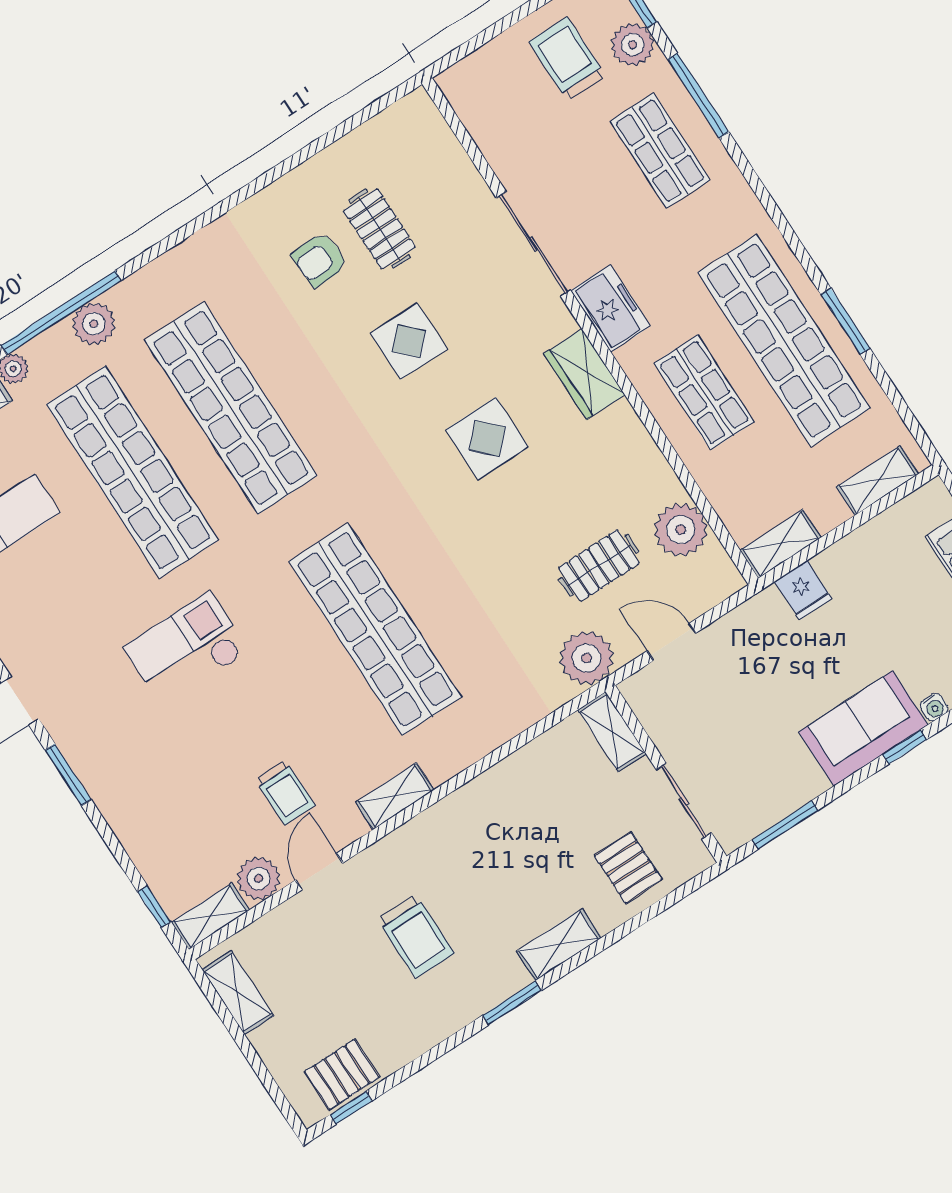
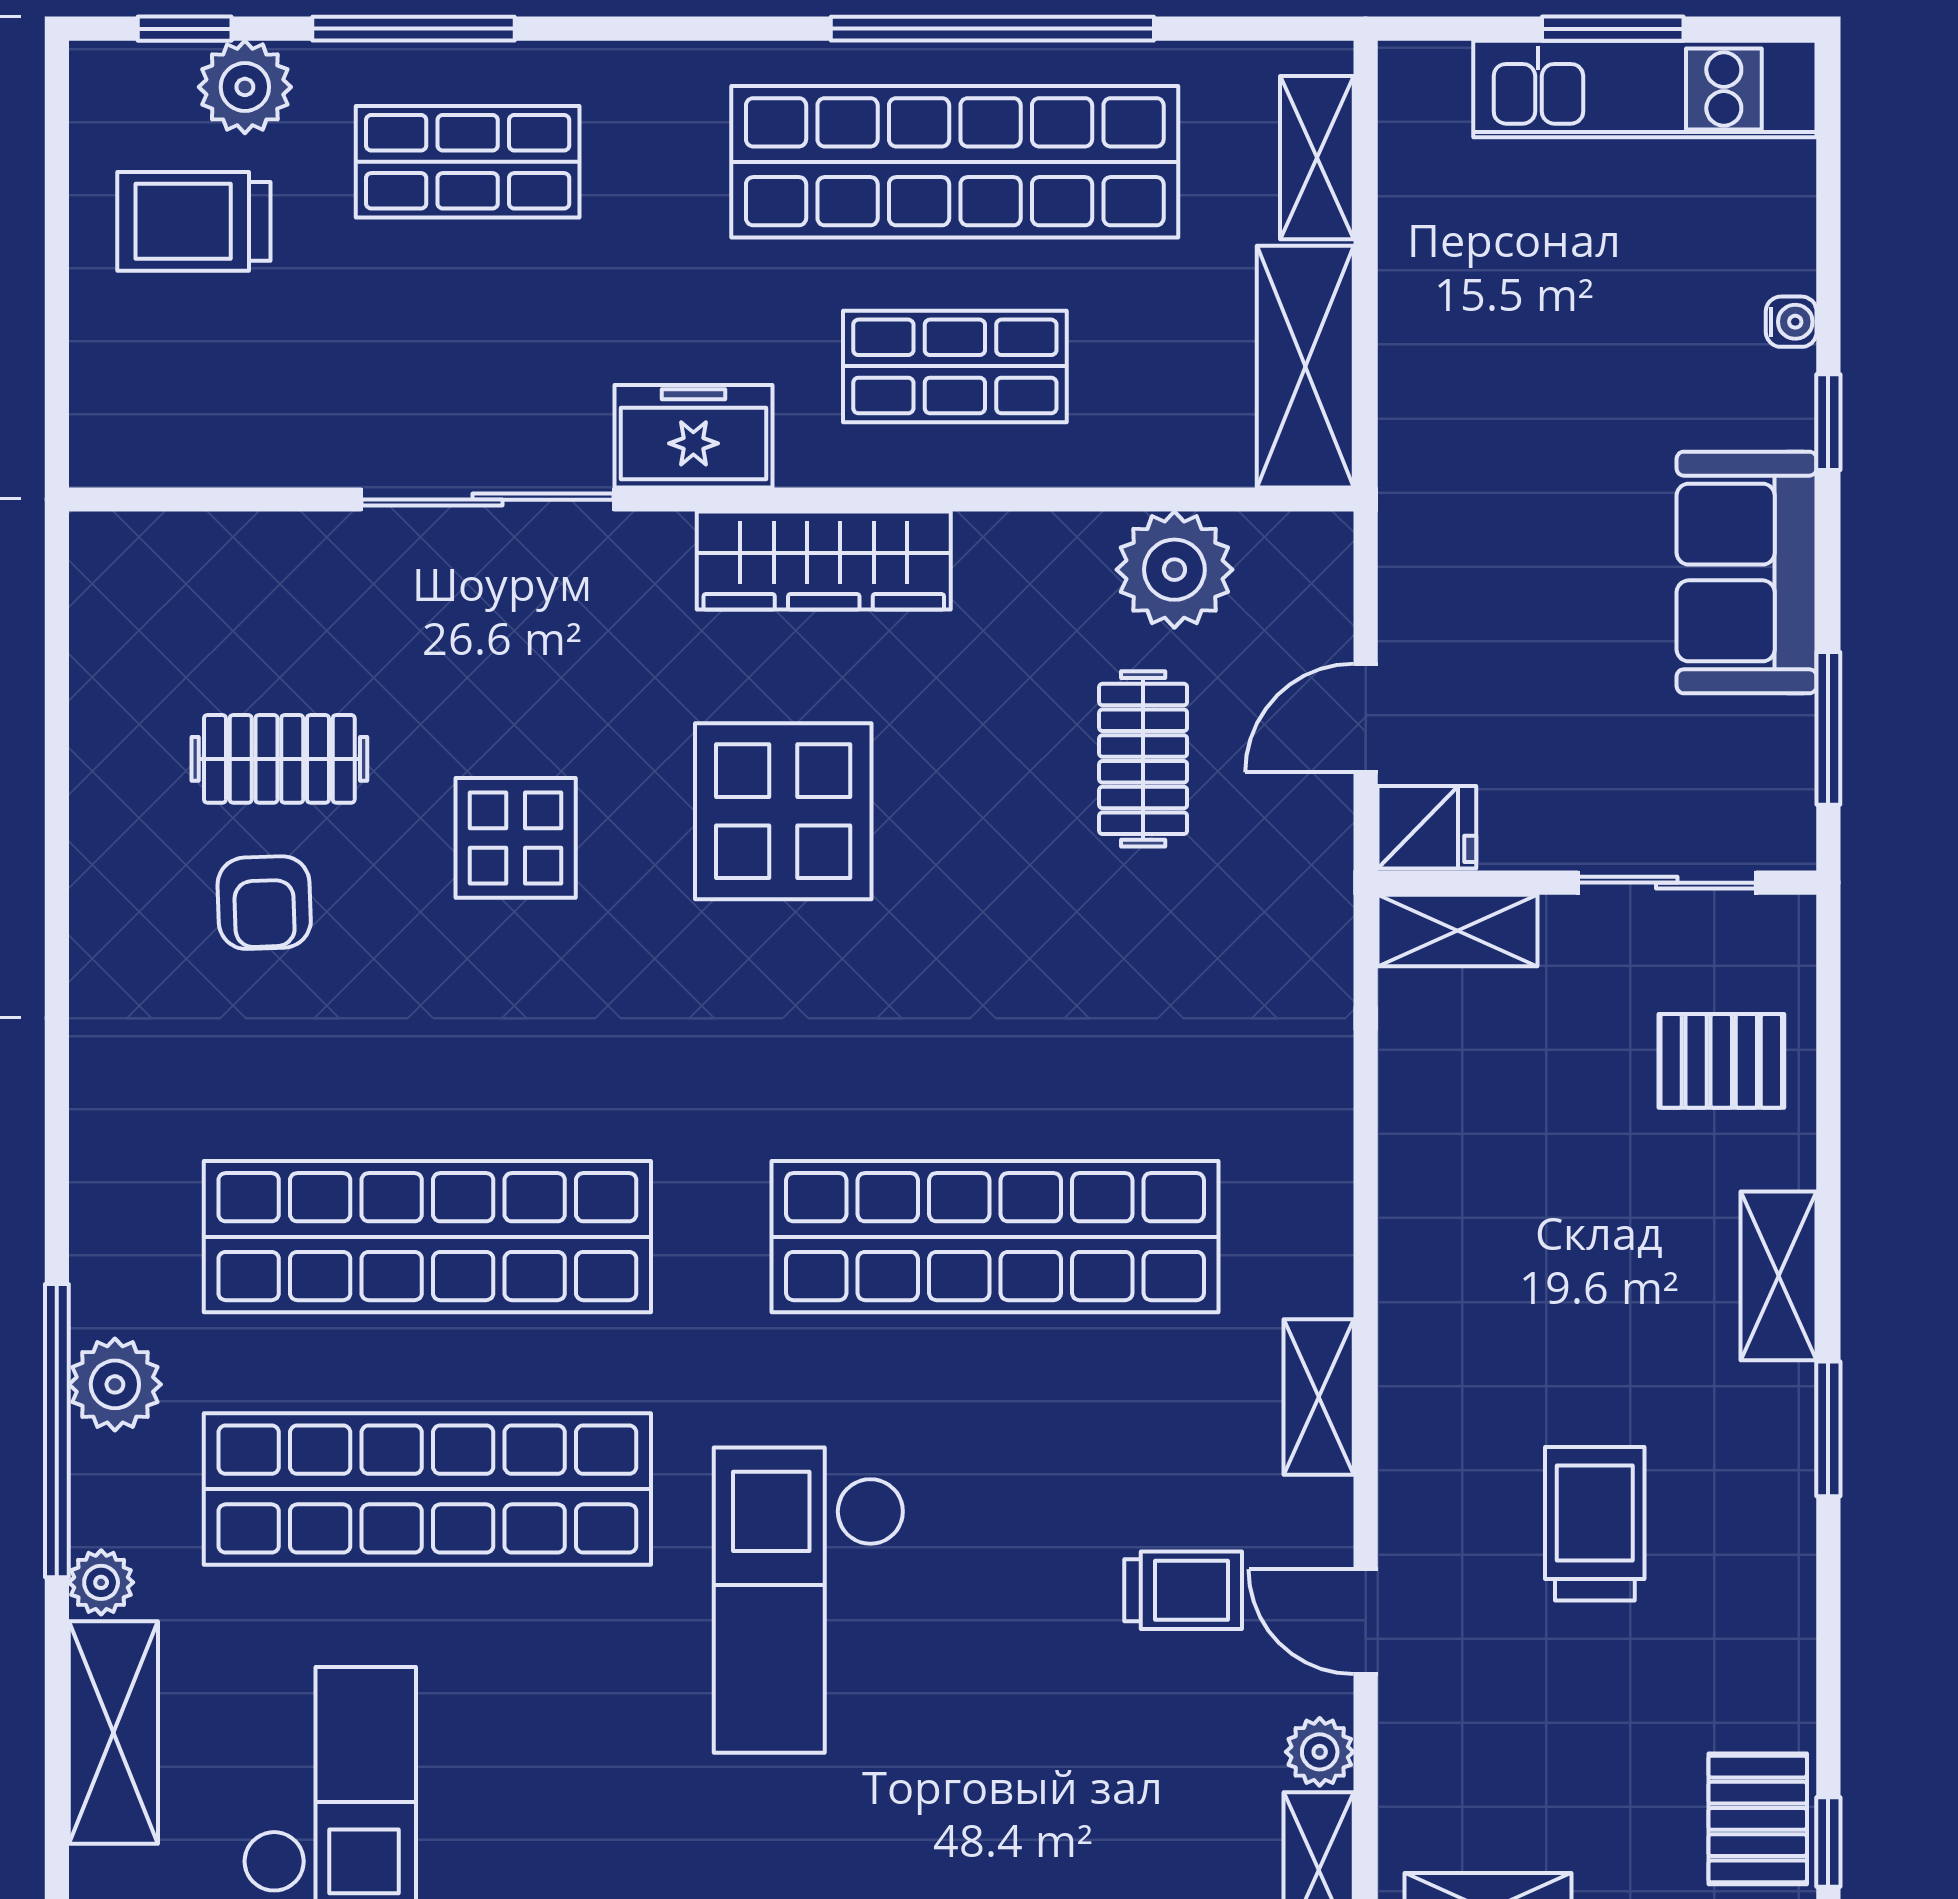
window: (845, 321) -> (992, 29), width x2.11
wardrobe: (584, 374) -> (824, 561), width x1.50
display table: (487, 439) -> (783, 811), width x1.36, depth x1.36
shelving: (780, 544) -> (1305, 367), width x1.50, depth x1.33
fridge: (803, 590) -> (1427, 827), moved
checkout: (186, 649) -> (809, 1600), width x1.36, depth x1.21
plant: (587, 658) -> (1295, 890), removed
sofa: (863, 728) -> (1747, 572), moved
plant: (259, 878) -> (1320, 1752), width x0.73, depth x0.73
trolley: (416, 936) -> (1595, 1524), turned -90

